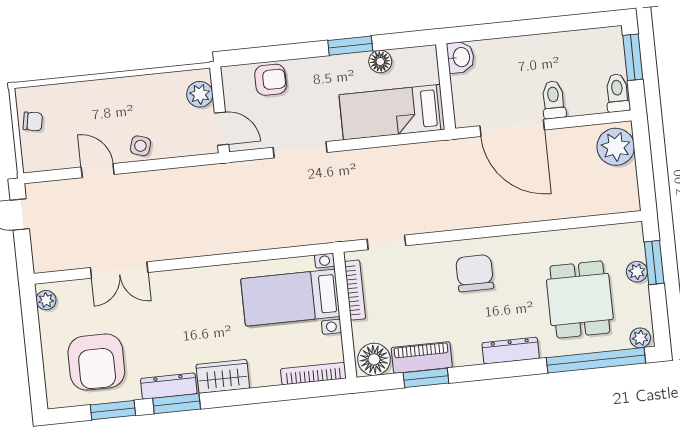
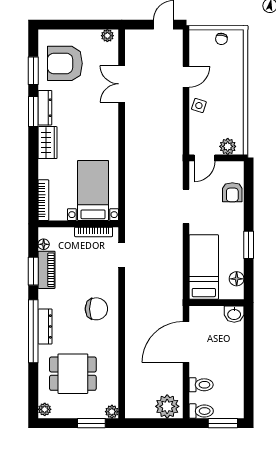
floor lamp: (380, 62) -> (237, 279), moved
toilet: (554, 100) -> (201, 385), moved
plant: (637, 272) -> (112, 412), moved
floor lamp: (374, 359) -> (44, 244), width x0.53, depth x0.53
window: (596, 360) -> (33, 331), moved

